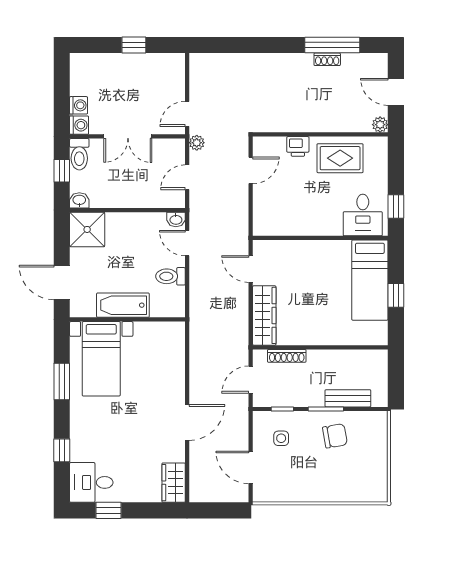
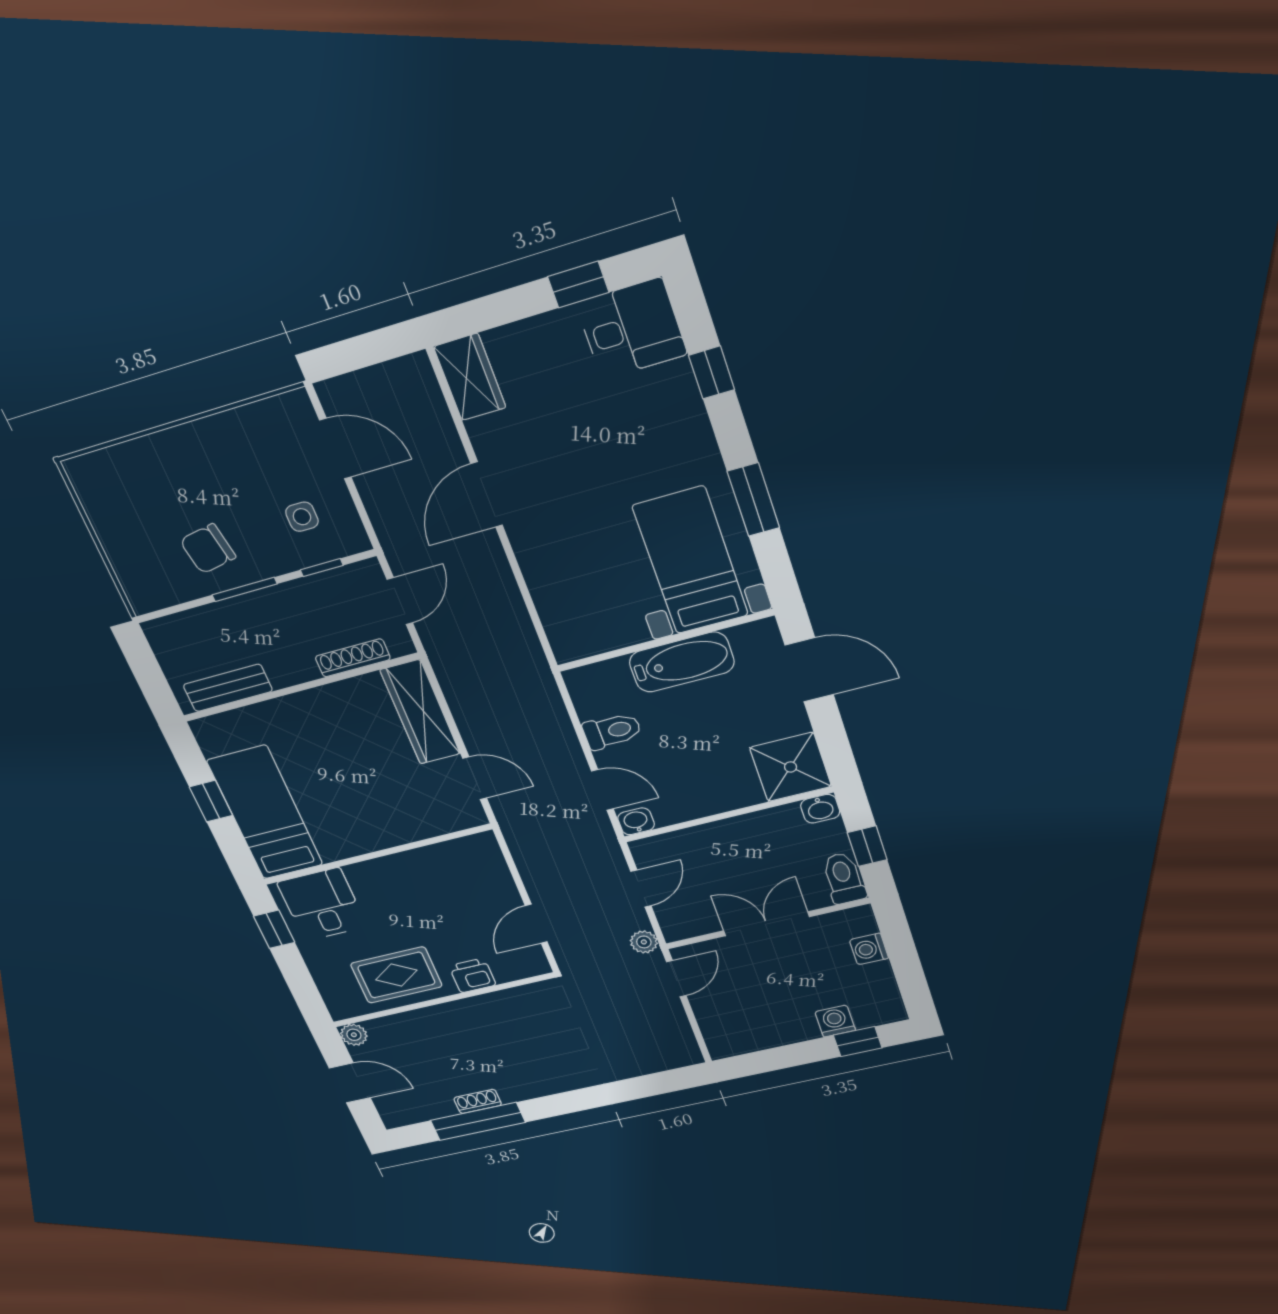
window: (134, 45) -> (858, 1042), moved
washing machine: (79, 125) -> (835, 1021), moved, turned 90
bench: (348, 398) -> (228, 688), moved

